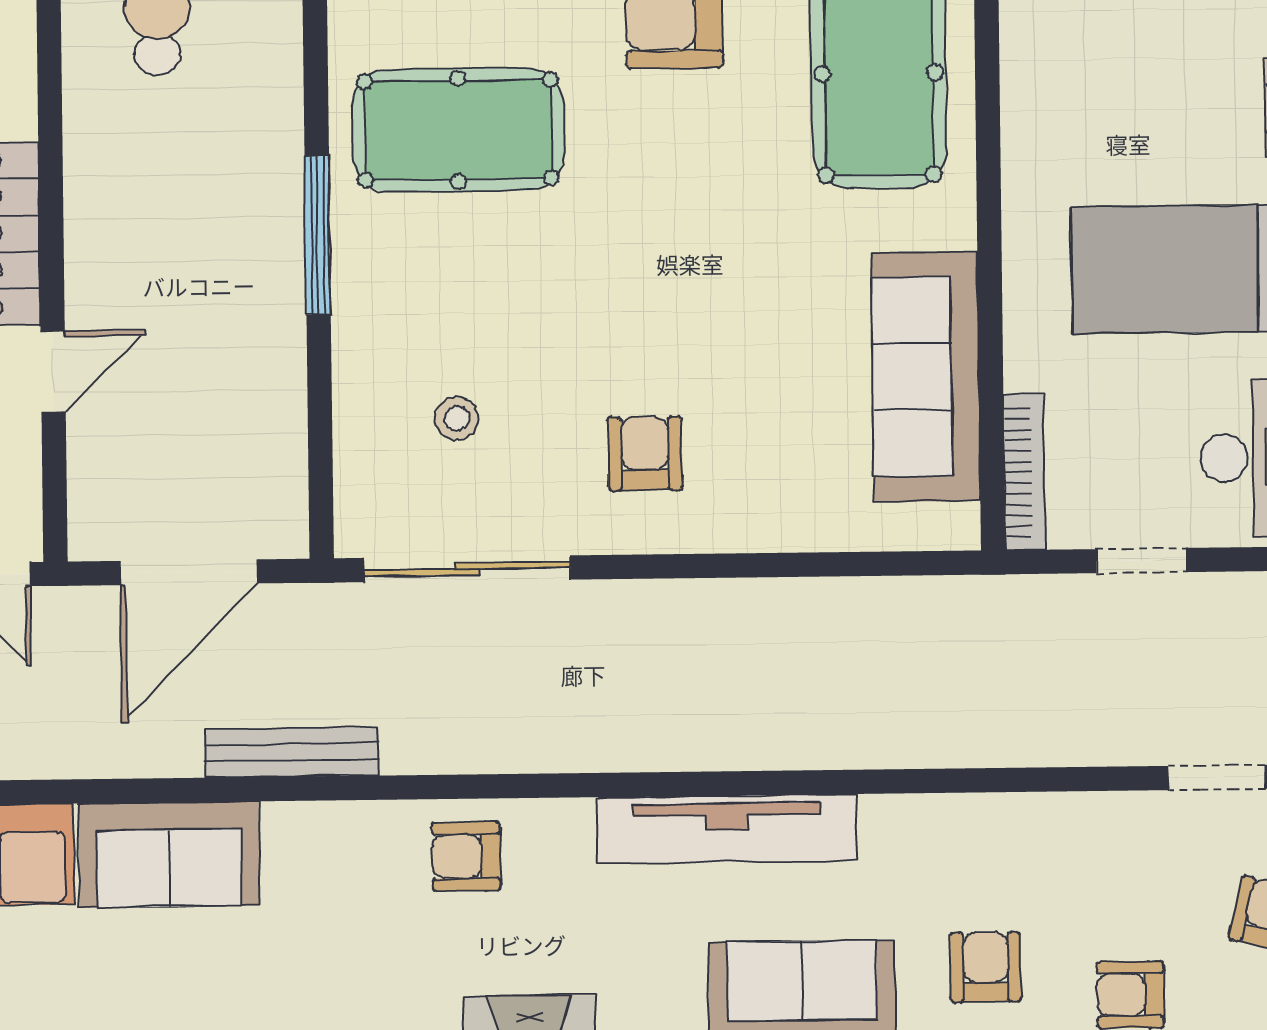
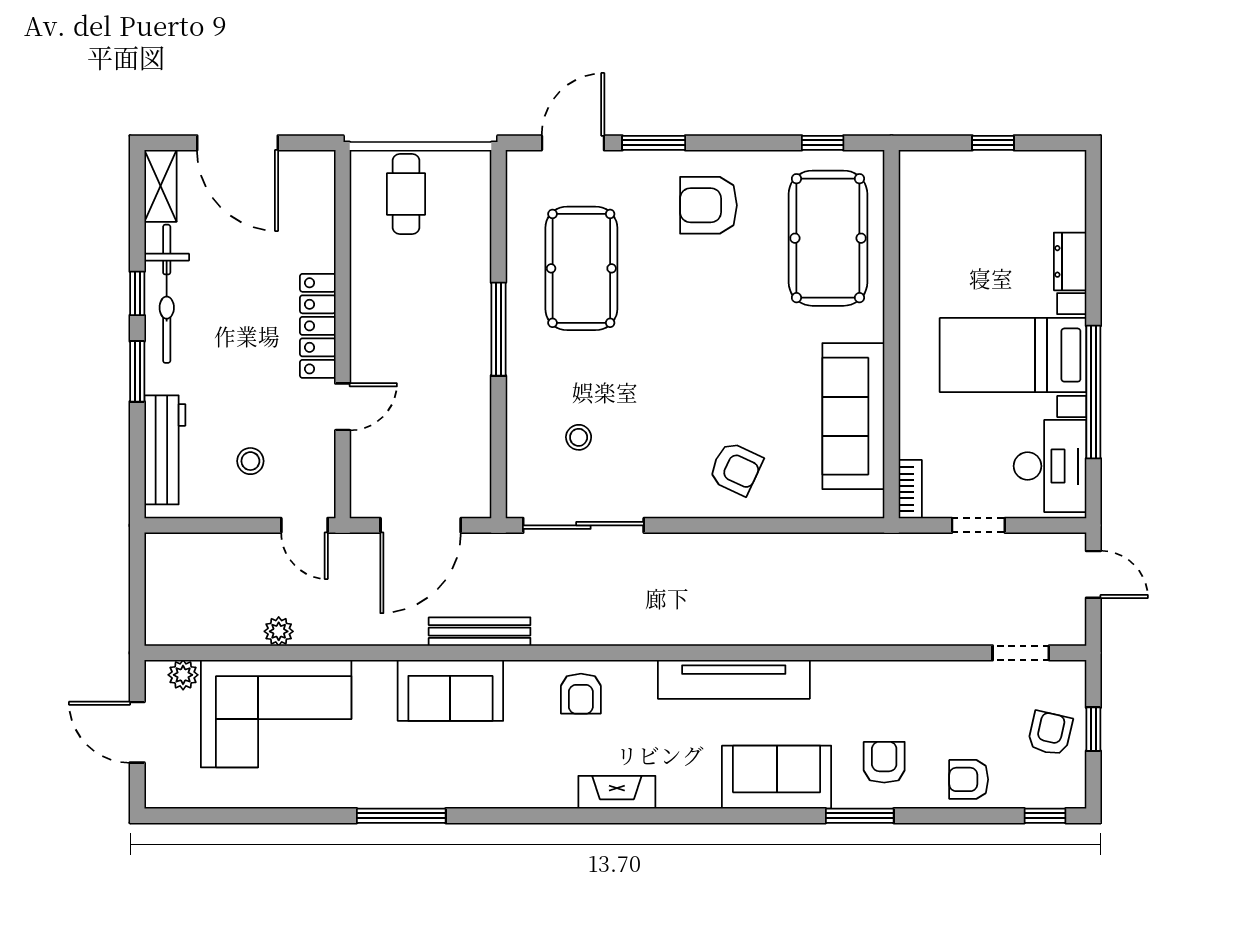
pool table: (458, 130) -> (581, 268), turned 90
armchair: (645, 453) -> (736, 469), moved, turned 115
bookcase: (1024, 472) -> (910, 489), width x0.64
sofa: (169, 854) -> (450, 690), moved
armchair: (466, 856) -> (581, 694), turned -90

